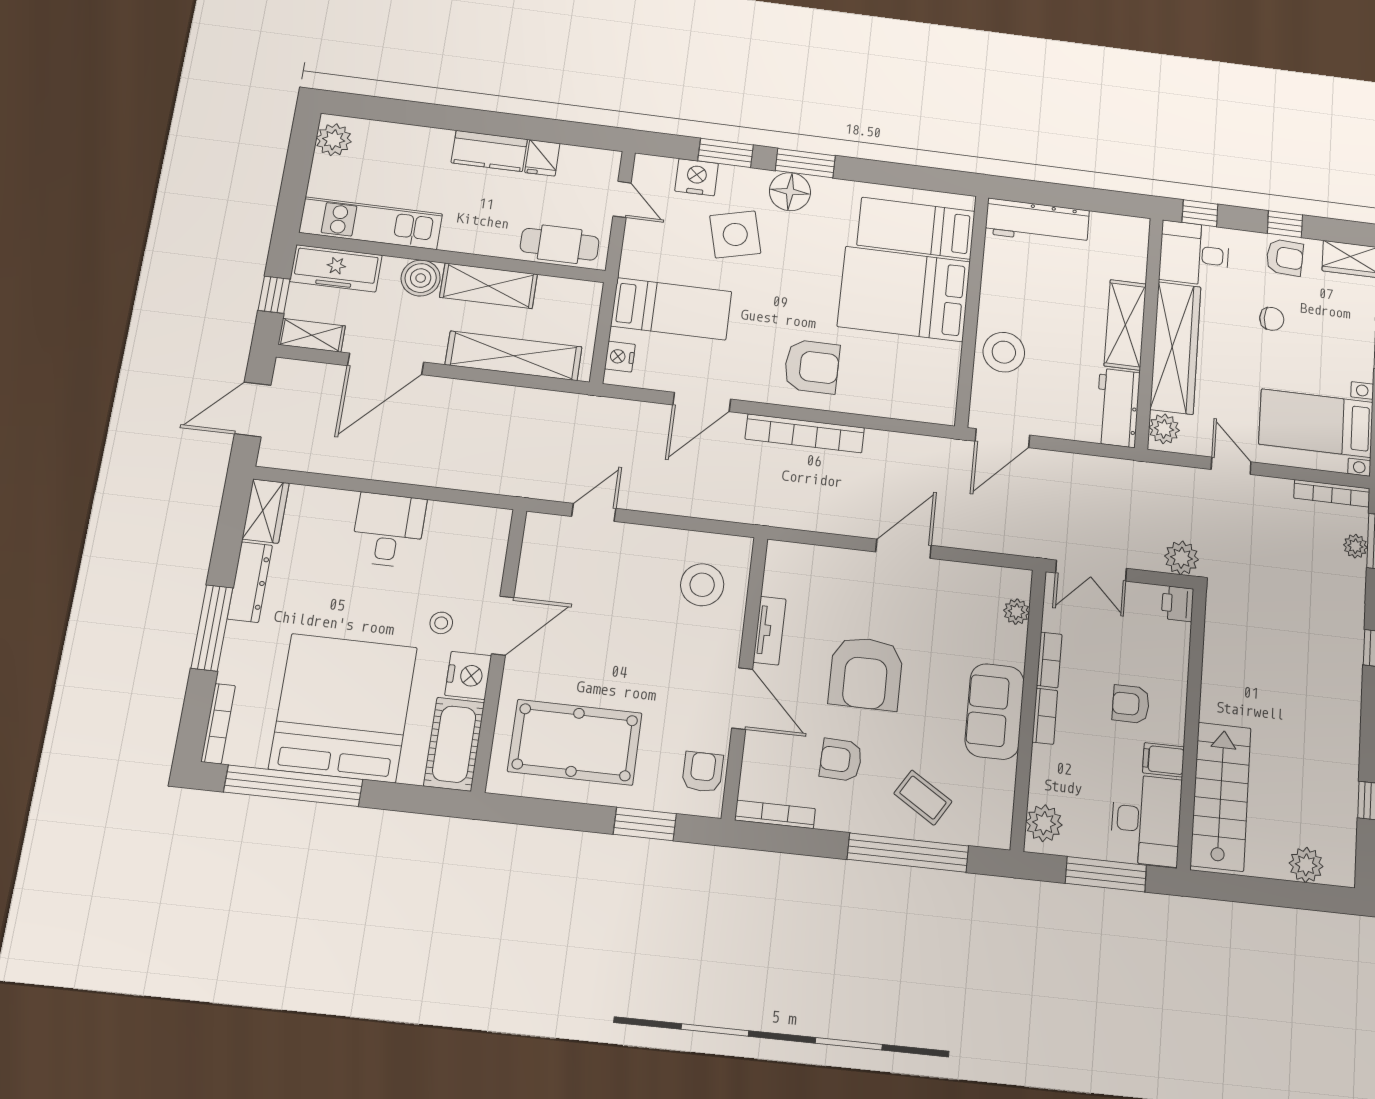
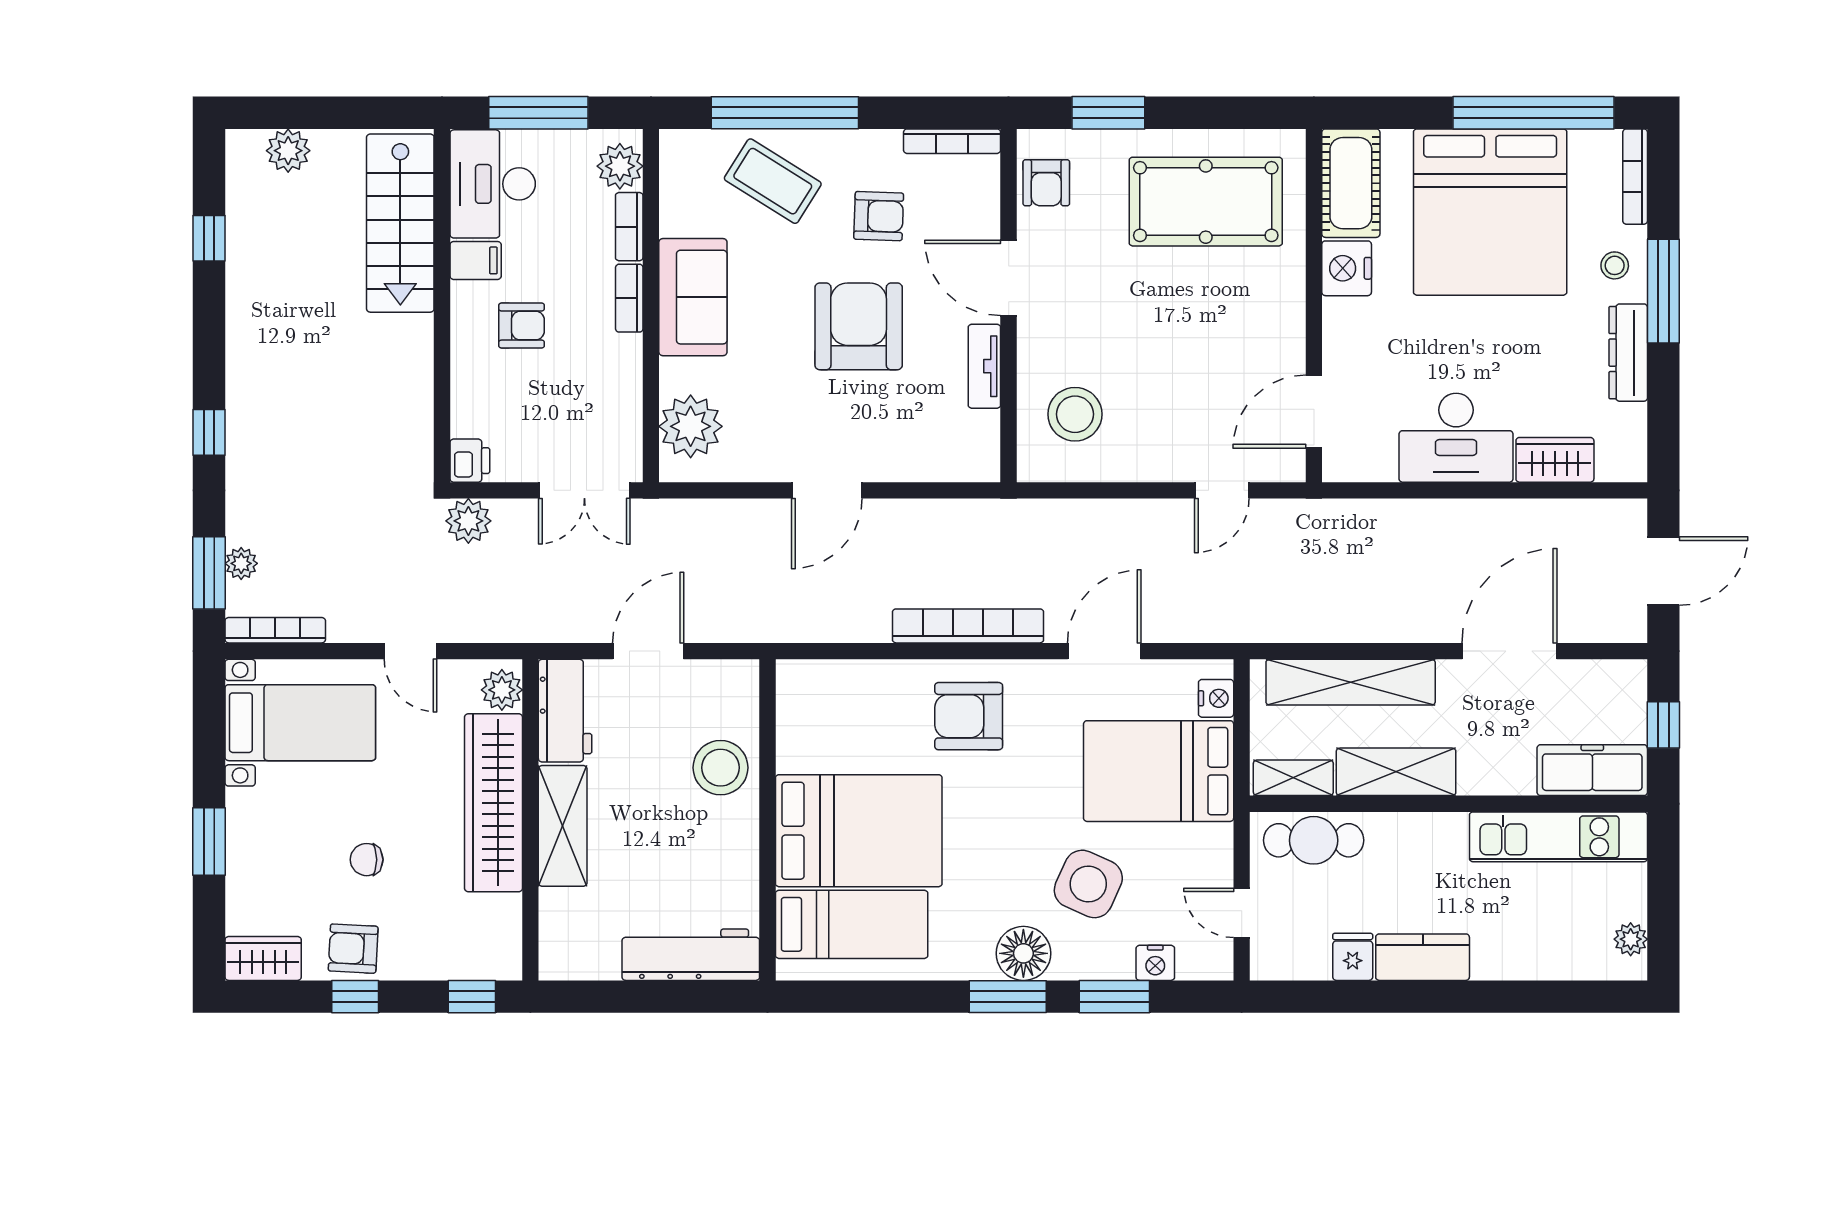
plant: (334, 140) -> (1631, 939), width x0.73, depth x0.73
nightstand: (697, 177) -> (1155, 963), width x0.74, depth x0.75
side table: (735, 234) -> (1088, 884), turned 38
desk: (1194, 254) -> (476, 938), removed
boiler: (421, 278) -> (1484, 771), removed
bed: (671, 309) -> (1159, 771), width x1.50
shelving: (312, 335) -> (1293, 778), moved
door: (1002, 438) -> (648, 651), moved
wardrobe: (266, 511) -> (1555, 460), moved, turned 90
desk: (388, 530) -> (1456, 438), width x1.37
double door: (1091, 571) -> (584, 490), swing flipped
plant: (1016, 612) -> (691, 426), width x1.87, depth x1.87
stool: (441, 623) -> (1615, 265), moved
door: (503, 626) -> (1314, 412), moved
bookcase: (1049, 660) -> (629, 227), moved
coffee table: (923, 798) -> (773, 181), width x1.36, depth x1.30

